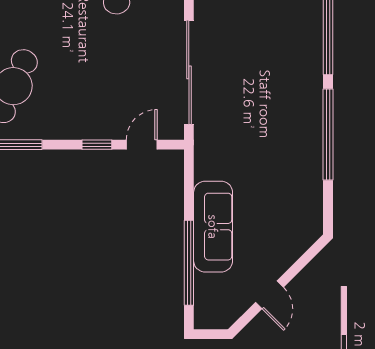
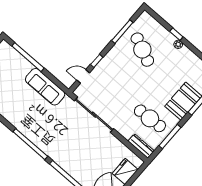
door: (142, 145) -> (83, 76), swing flipped
sofa: (213, 227) -> (45, 87), moved

